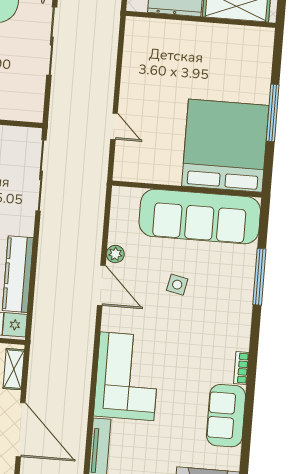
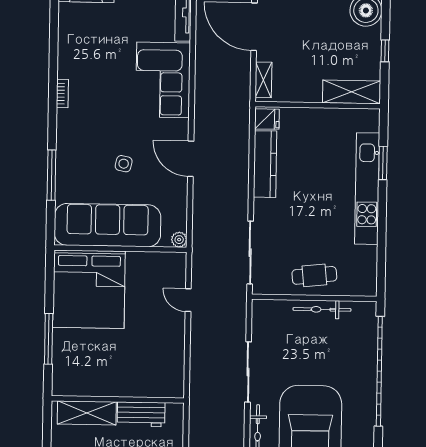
window: (273, 113) -> (49, 339), moved
plant: (115, 254) -> (179, 240), moved
sofa: (226, 416) -> (73, 51), removed

